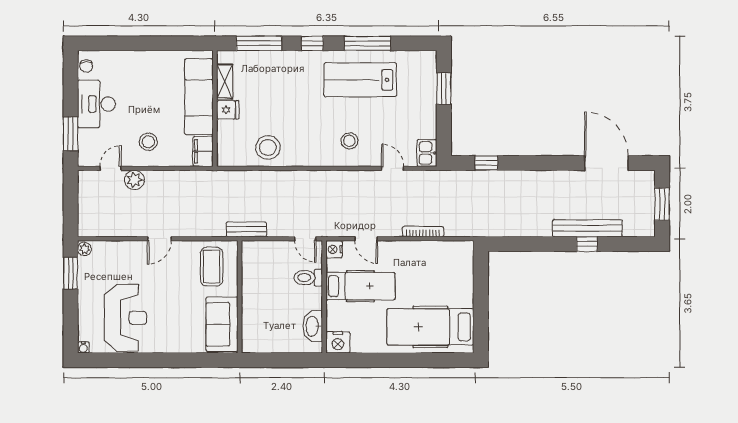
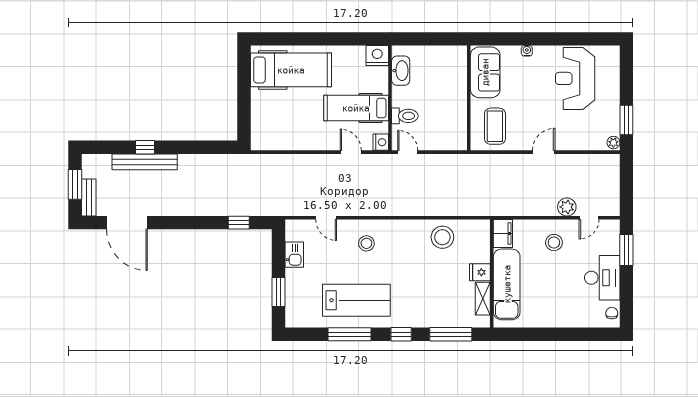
kitchen sink: (427, 153) -> (294, 255), moved
bench: (246, 229) -> (89, 197), moved, turned 90
bookcase: (423, 232) -> (298, 159), removed
water cooler: (83, 347) -> (527, 51), moved

